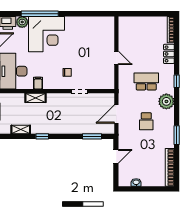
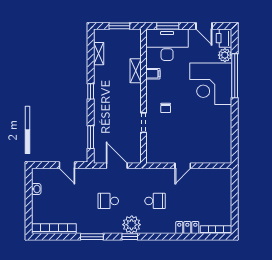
school desk: (146, 81) -> (155, 201), width x0.54
window: (177, 81) -> (130, 237), moved
window: (42, 136) -> (91, 91), moved

